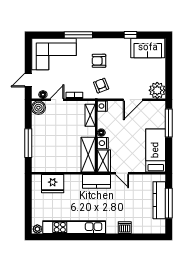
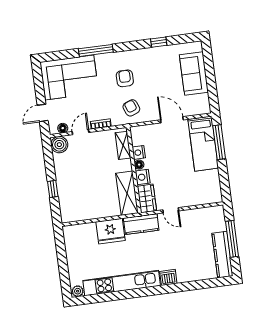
sofa: (148, 48) -> (194, 73), moved, turned 90
armchair: (99, 61) -> (125, 78), turned 90
plant: (157, 90) -> (200, 105), removed
door: (133, 100) -> (172, 120), swing flipped
nightstand: (102, 106) -> (139, 152), moved
window: (28, 143) -> (53, 189), width x0.46
bed: (156, 150) -> (203, 144), moved, turned 180
fridge: (53, 184) -> (110, 231), moved
kitchen counter: (159, 200) -> (222, 255), moved
dishwasher: (125, 228) -> (168, 277), moved

